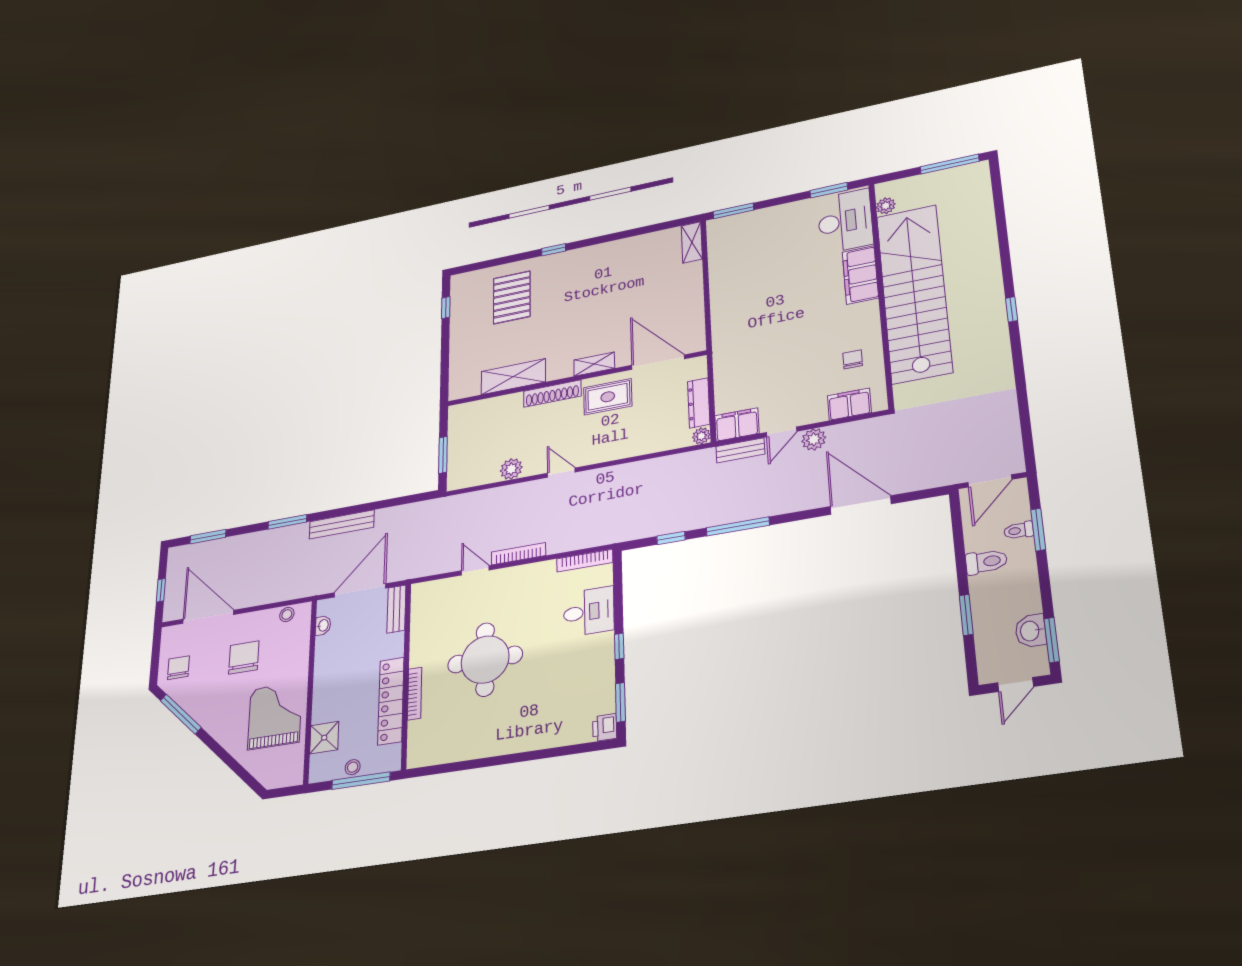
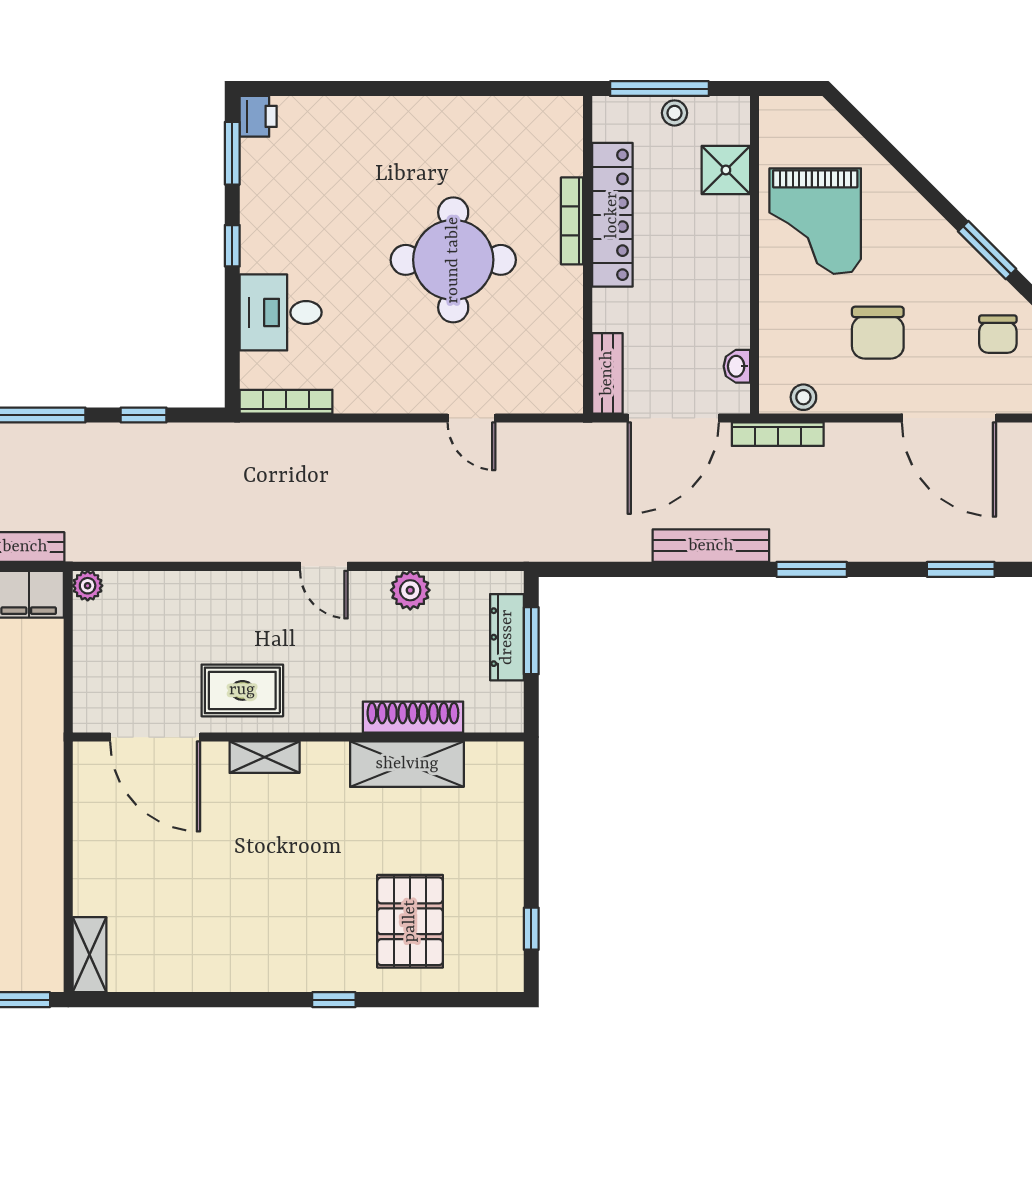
shoe rack: (552, 394) -> (413, 717), moved
dresser: (699, 403) -> (507, 637), moved, turned 180
bookcase: (518, 554) -> (778, 434), moved
window: (181, 714) -> (987, 250), width x0.69

